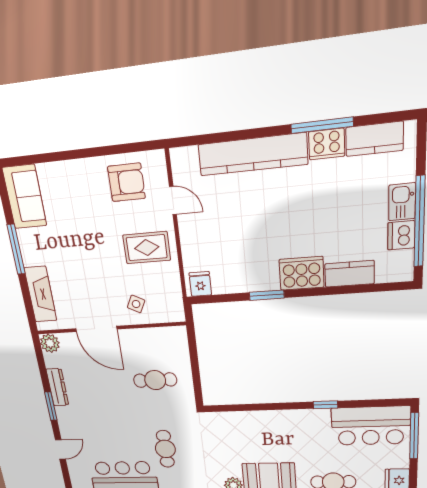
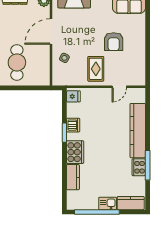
kitchen counter: (374, 139) -> (131, 203), moved, turned 90
armchair: (126, 182) -> (114, 42), moved
dishwasher: (401, 235) -> (73, 125), moved, turned 90
cafe table: (155, 380) -> (17, 62), width x1.37, depth x1.35

